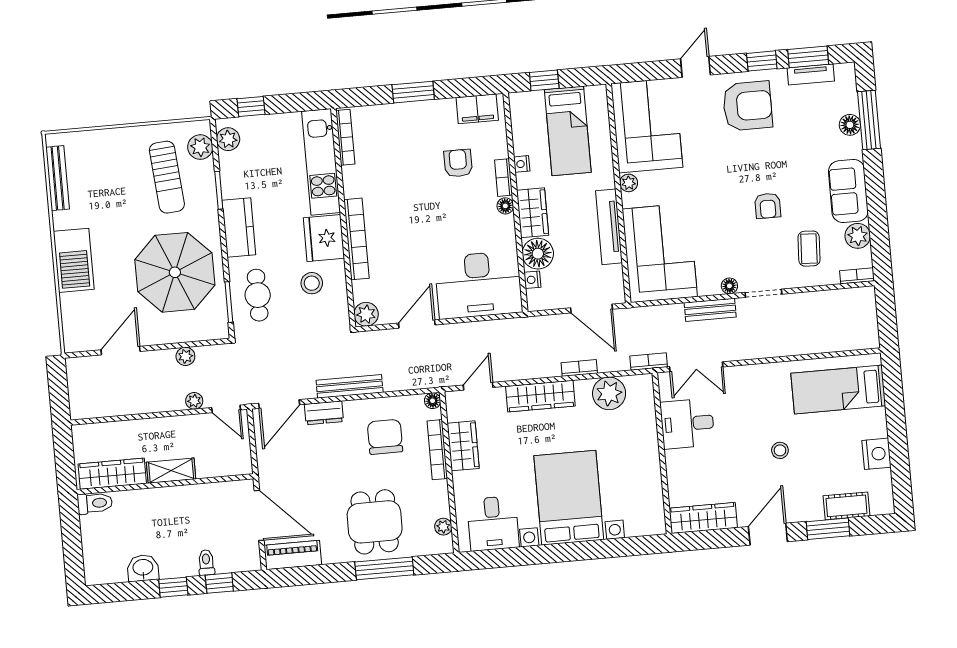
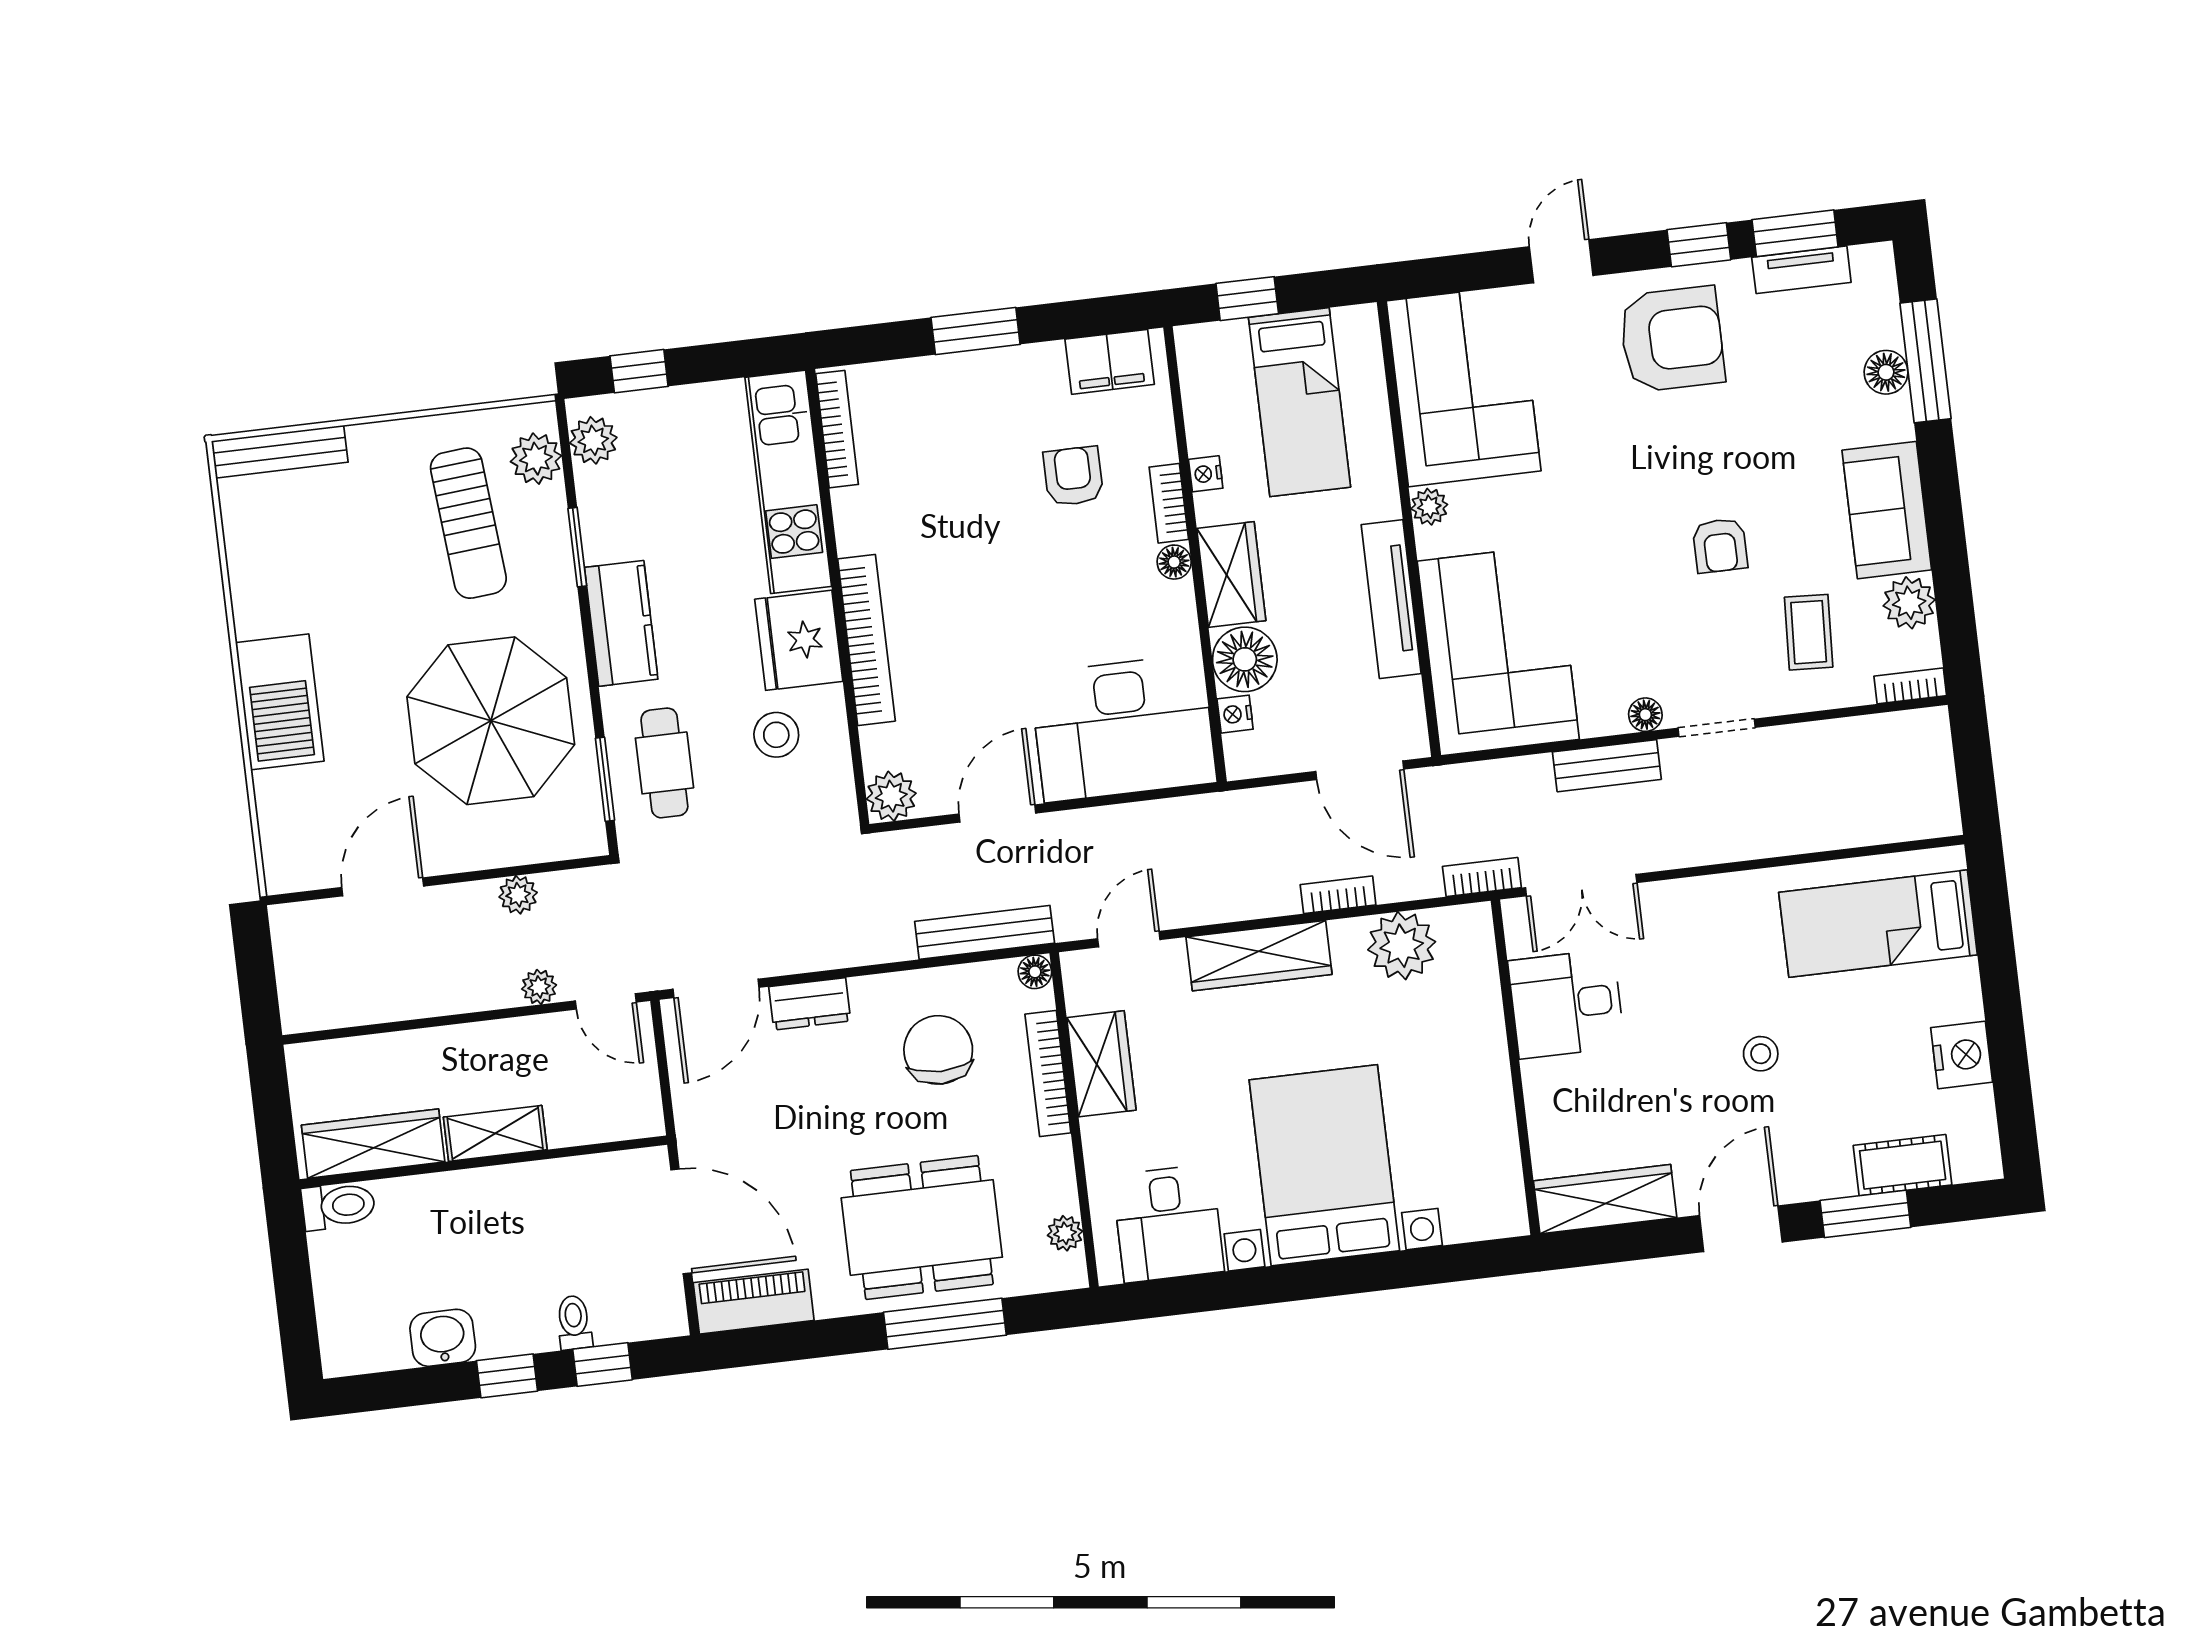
bench: (58, 178) -> (280, 452), moved, turned 90
bench: (350, 386) -> (985, 932), moved
dining table: (375, 522) -> (922, 1227), width x1.38

